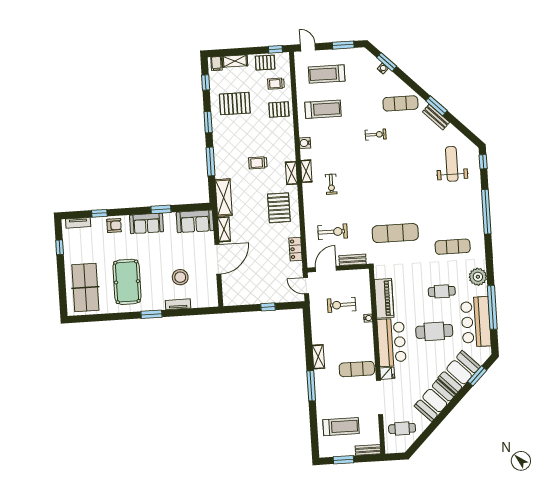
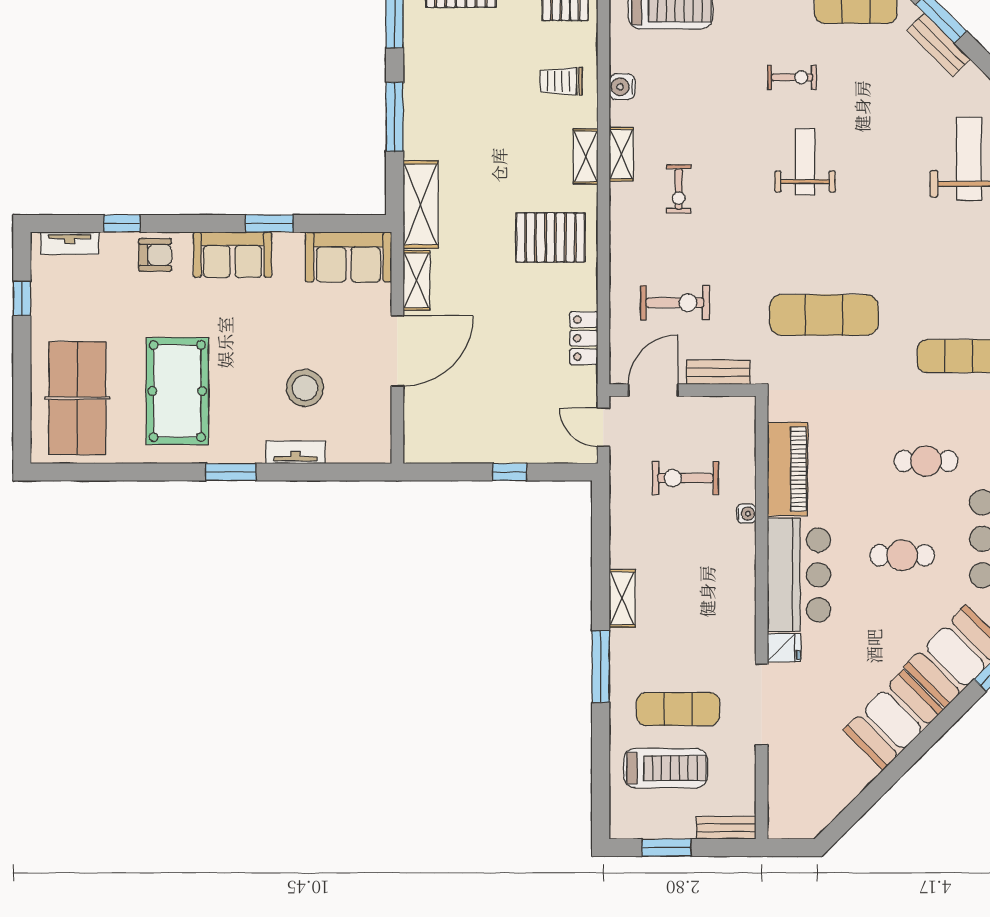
trolley: (258, 163) -> (561, 81), moved
weight bench: (383, 169) -> (805, 162), added
pallet: (279, 208) -> (550, 237), turned 90
cafe table: (434, 331) -> (902, 555), width x0.73, depth x0.74
exercise mat: (357, 369) -> (678, 709), moved
cafe table: (402, 428) -> (811, 782), removed

